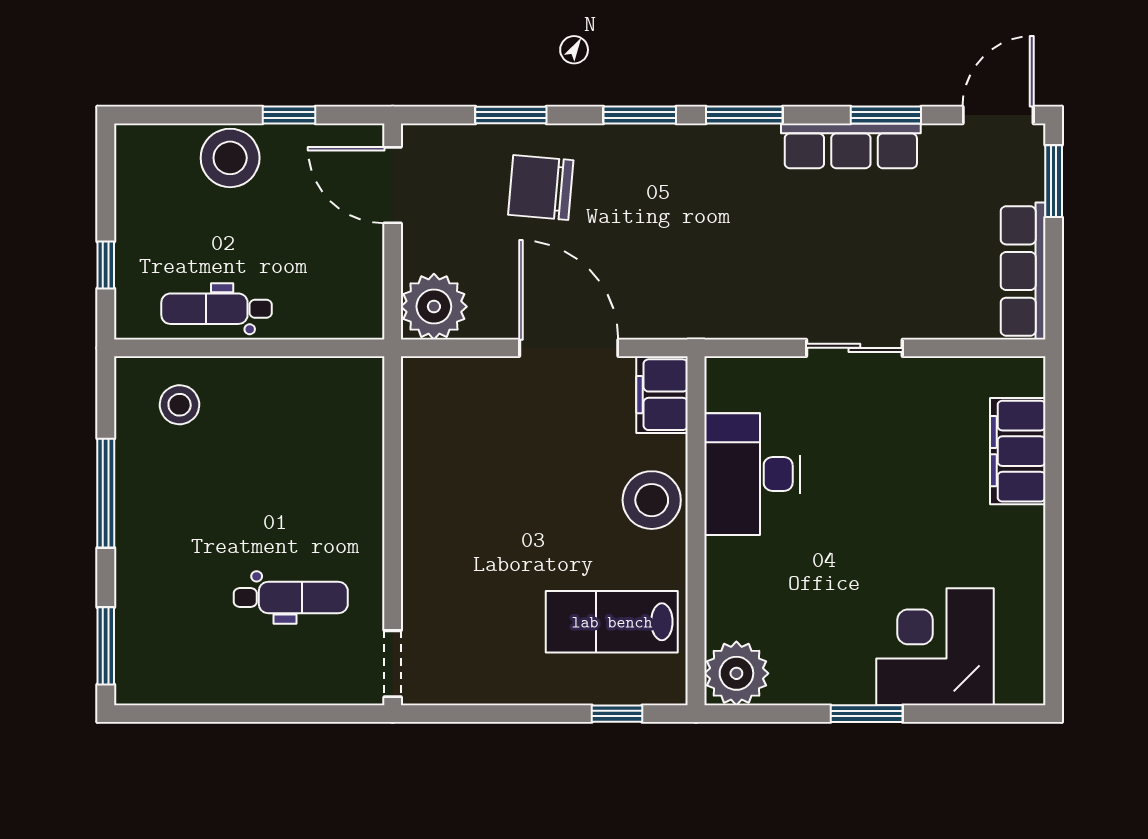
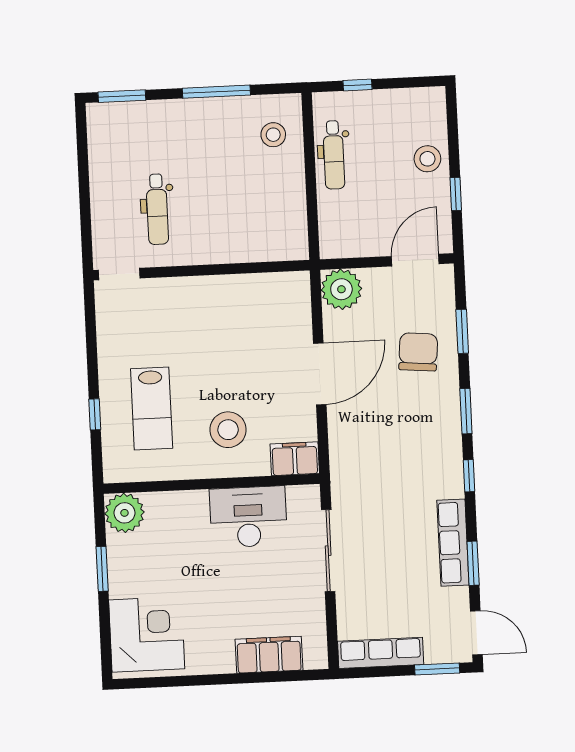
window: (744, 115) -> (469, 476), width x0.67
stool: (230, 158) -> (427, 159), width x0.73, depth x0.73
dental chair: (217, 309) -> (334, 155), turned 180
sliding door: (854, 348) -> (328, 551), width x1.37
filing cabinet: (662, 395) -> (295, 459), moved
desk: (752, 474) -> (248, 517), moved
wall: (696, 531) -> (212, 484), moved
lab bench: (612, 622) -> (152, 408), turned 180
corner desk: (935, 647) -> (147, 634), moved
plant: (736, 673) -> (124, 513), moved

